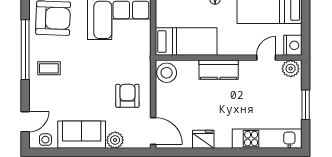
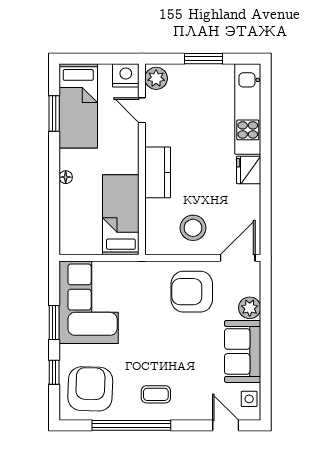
coffee table: (49, 68) -> (156, 394), turned 90
stool: (167, 73) -> (193, 228), moved
armchair: (127, 96) -> (192, 292), width x1.36, depth x1.36
fridge: (203, 139) -> (249, 170), moved

